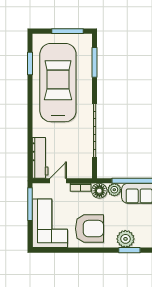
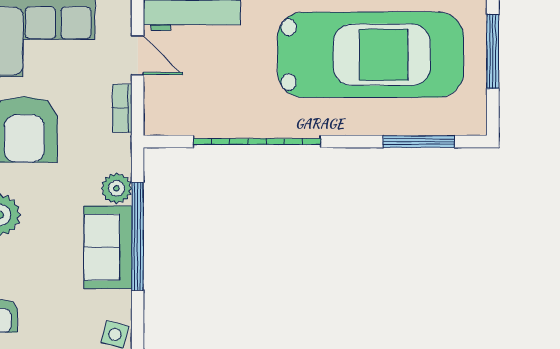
window: (68, 31) -> (493, 51), moved
floor lamp: (99, 191) -> (114, 153), removed

